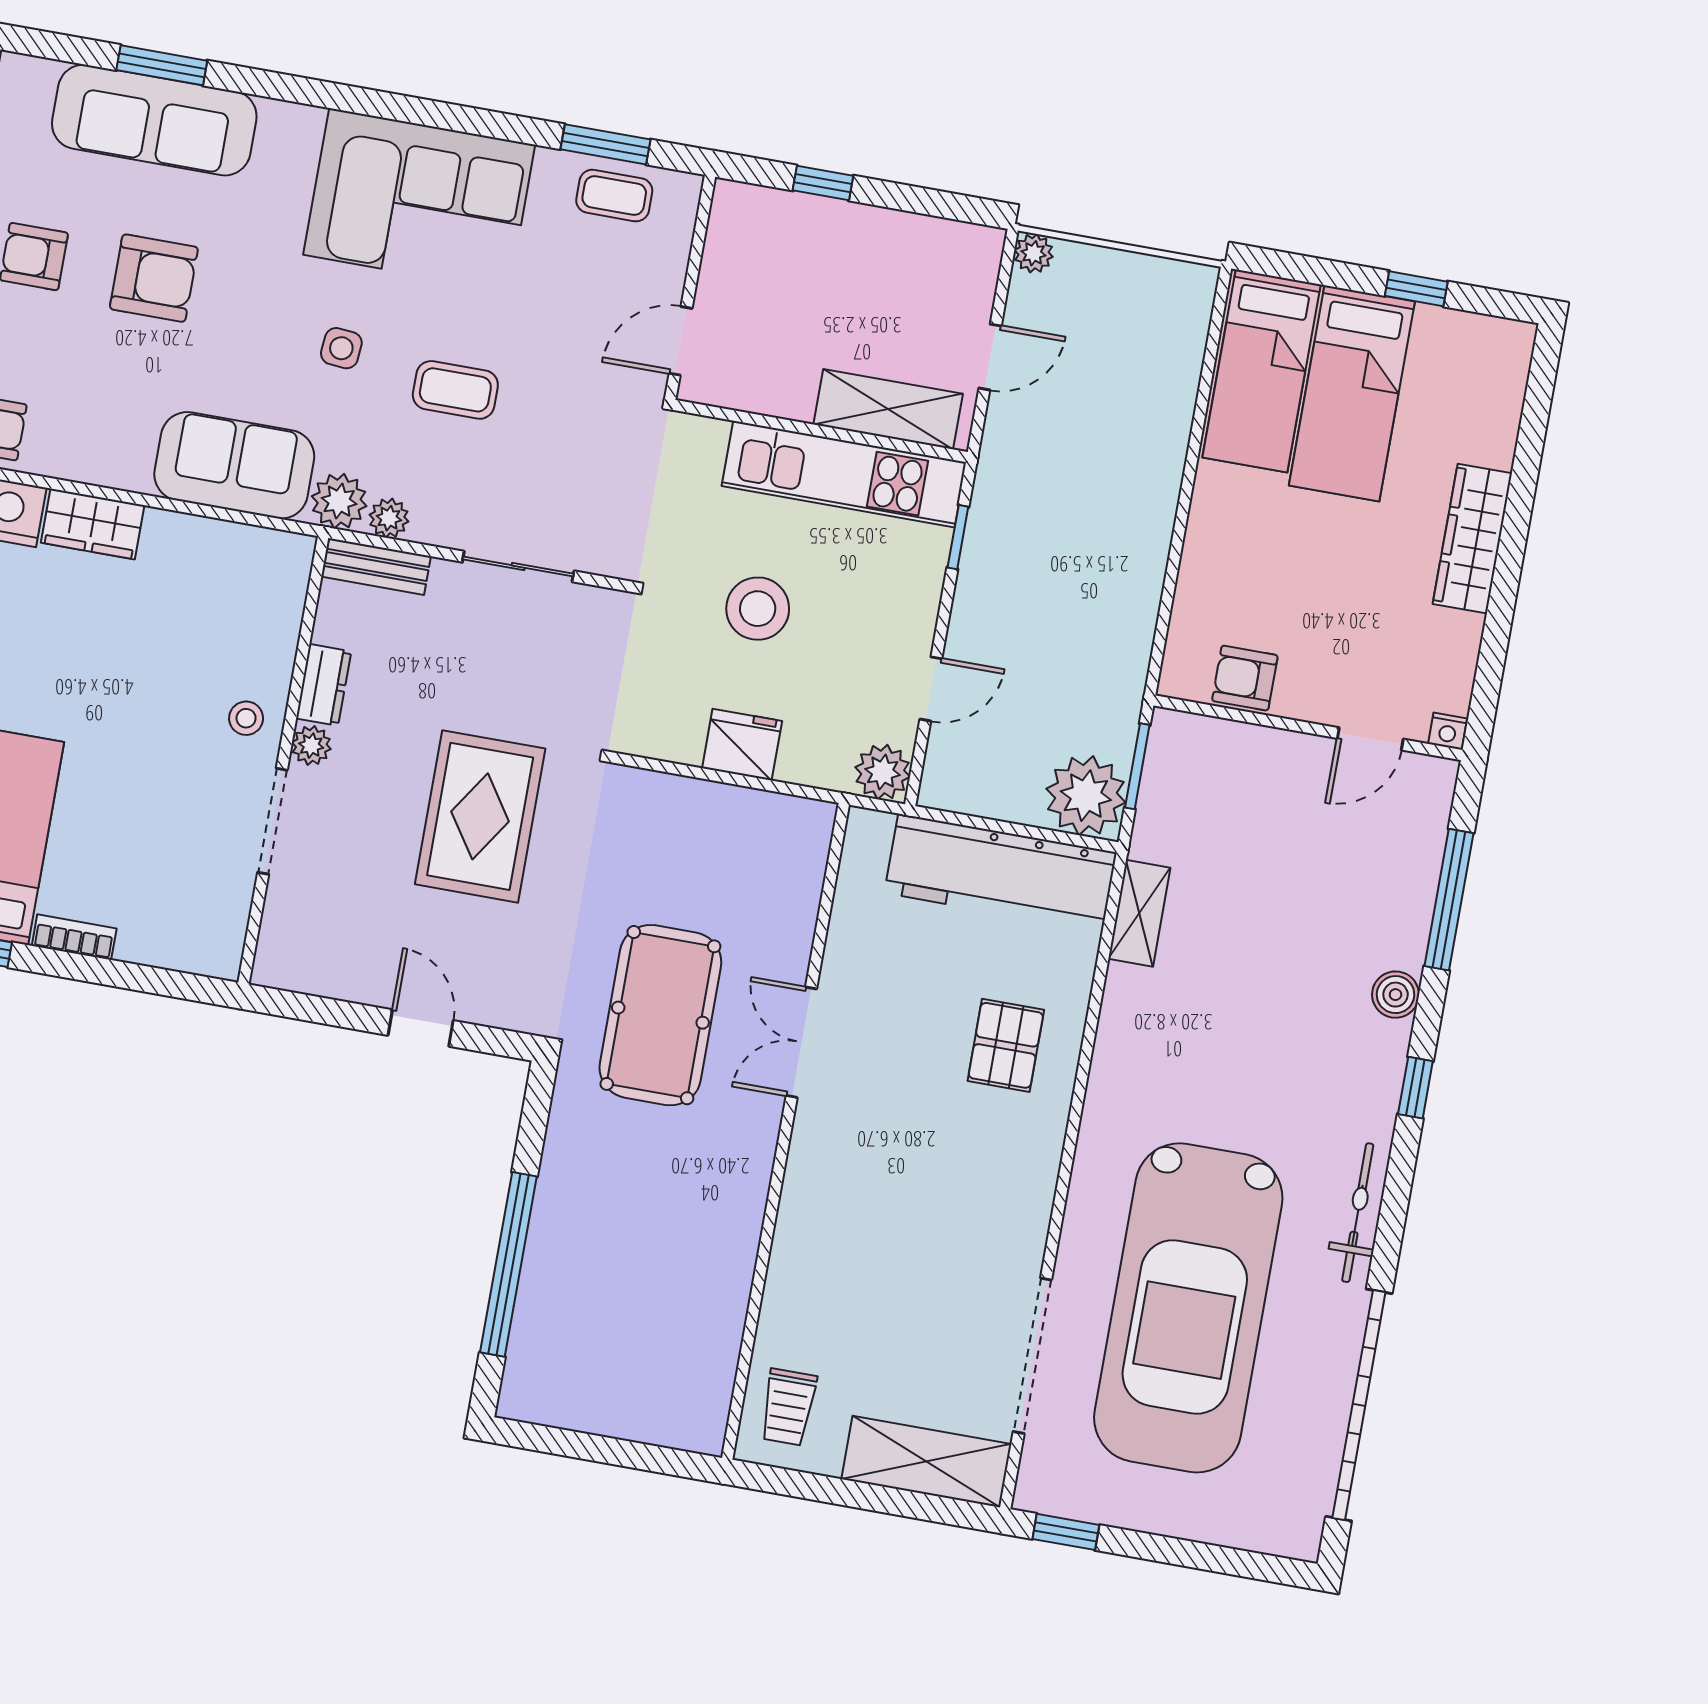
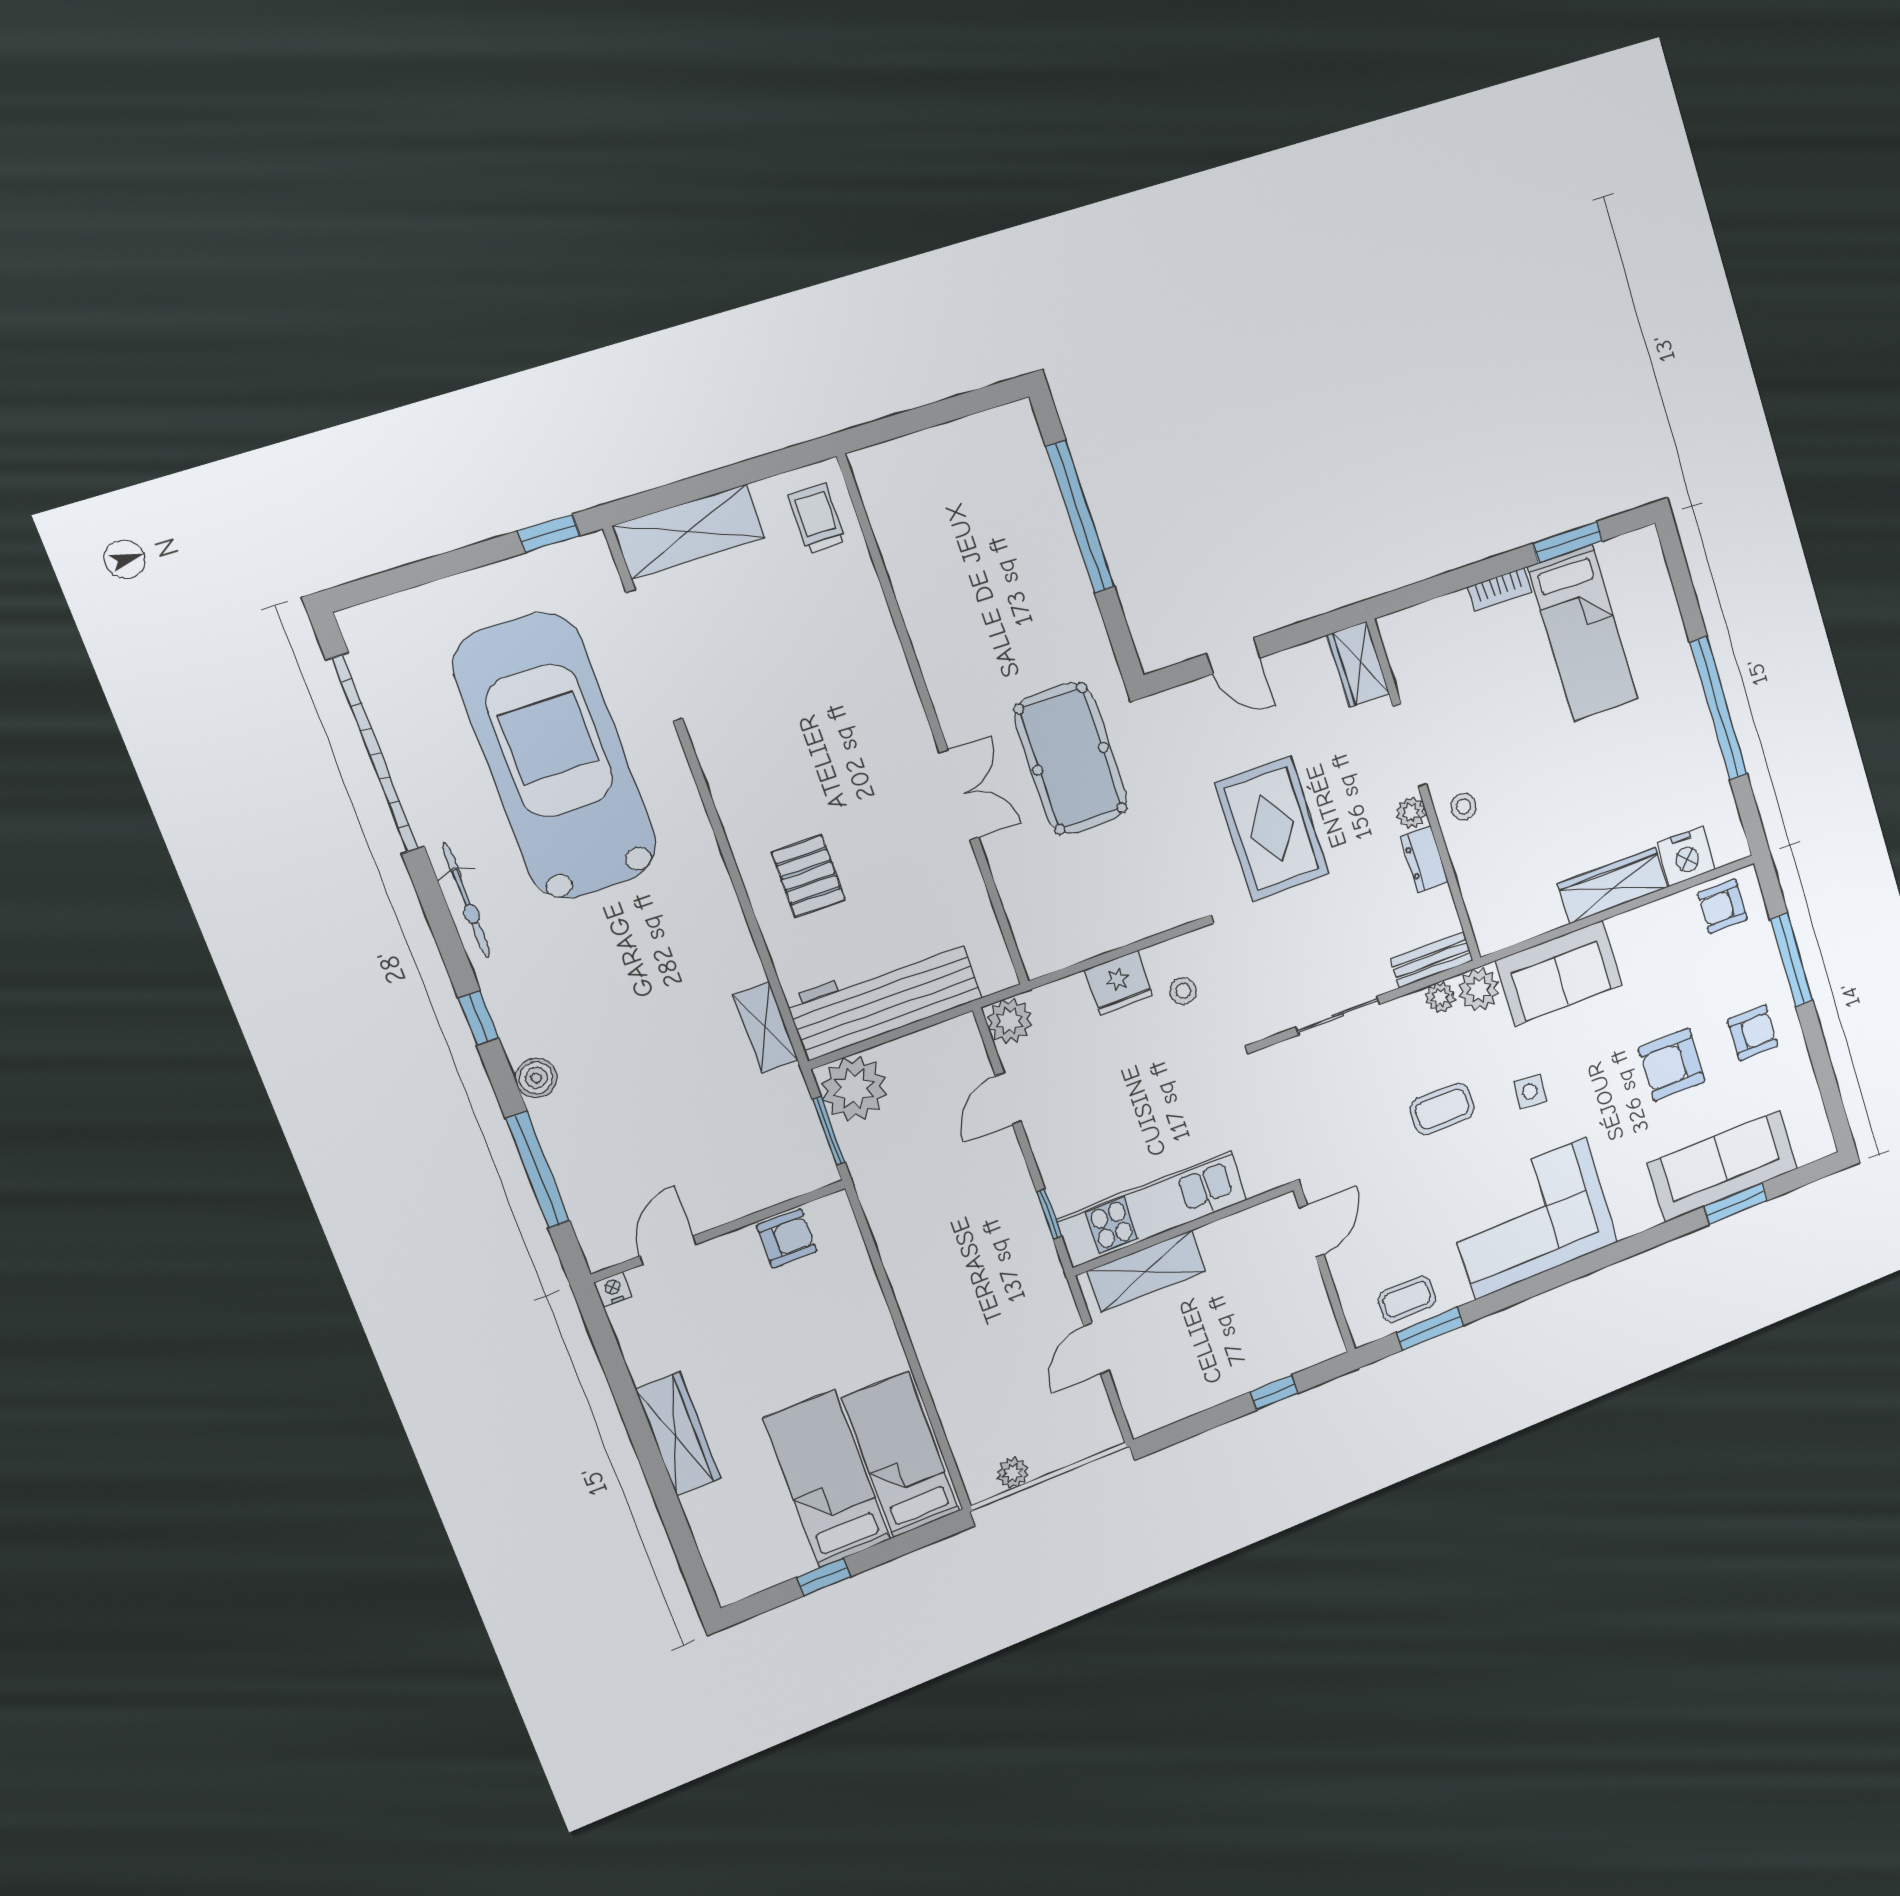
plant: (1034, 253) -> (1012, 1473), moved
wardrobe: (93, 524) -> (1613, 886), width x1.50
stool: (758, 609) -> (1183, 991), moved, width x0.53, depth x0.53
wardrobe: (284, 942) -> (1358, 664), added

